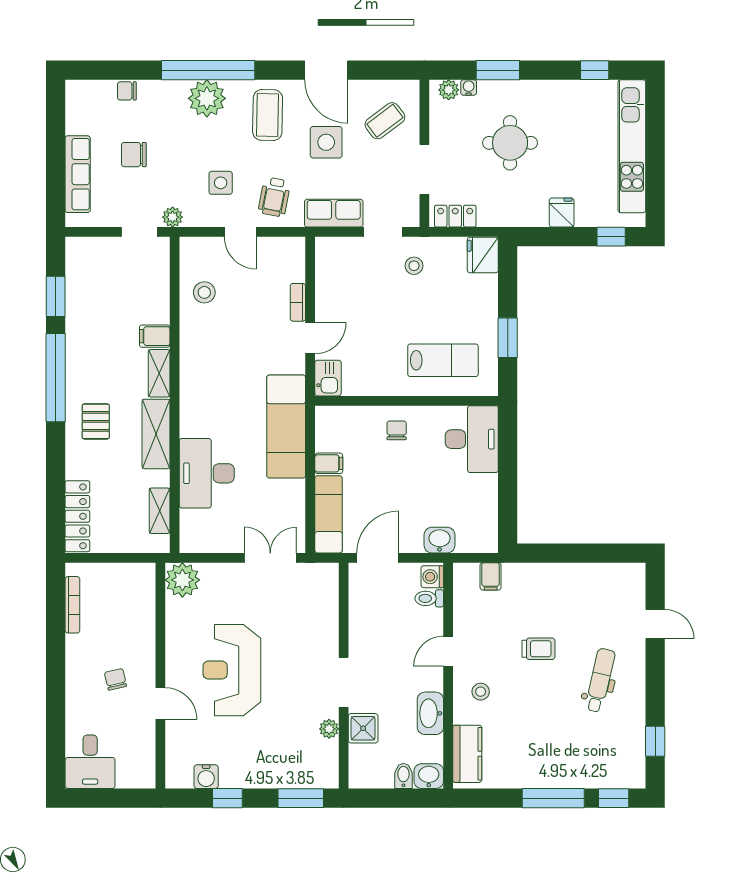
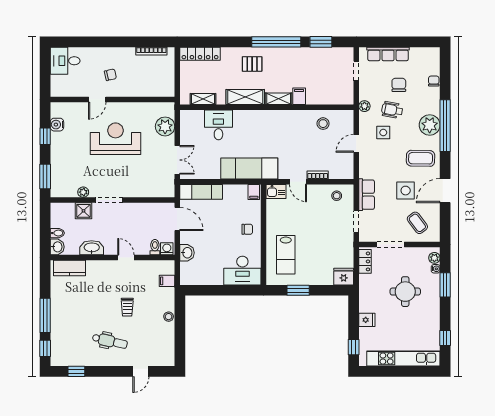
wheelchair: (274, 197) -> (392, 110), moved
doorway: (139, 232) -> (356, 71), moved
stool: (414, 266) -> (337, 196), moved
filing cabinet: (329, 463) -> (254, 192), moved
desk: (207, 473) -> (218, 125), width x0.73
plant: (182, 580) -> (165, 126), moved
stool: (481, 692) -> (169, 317), moved

